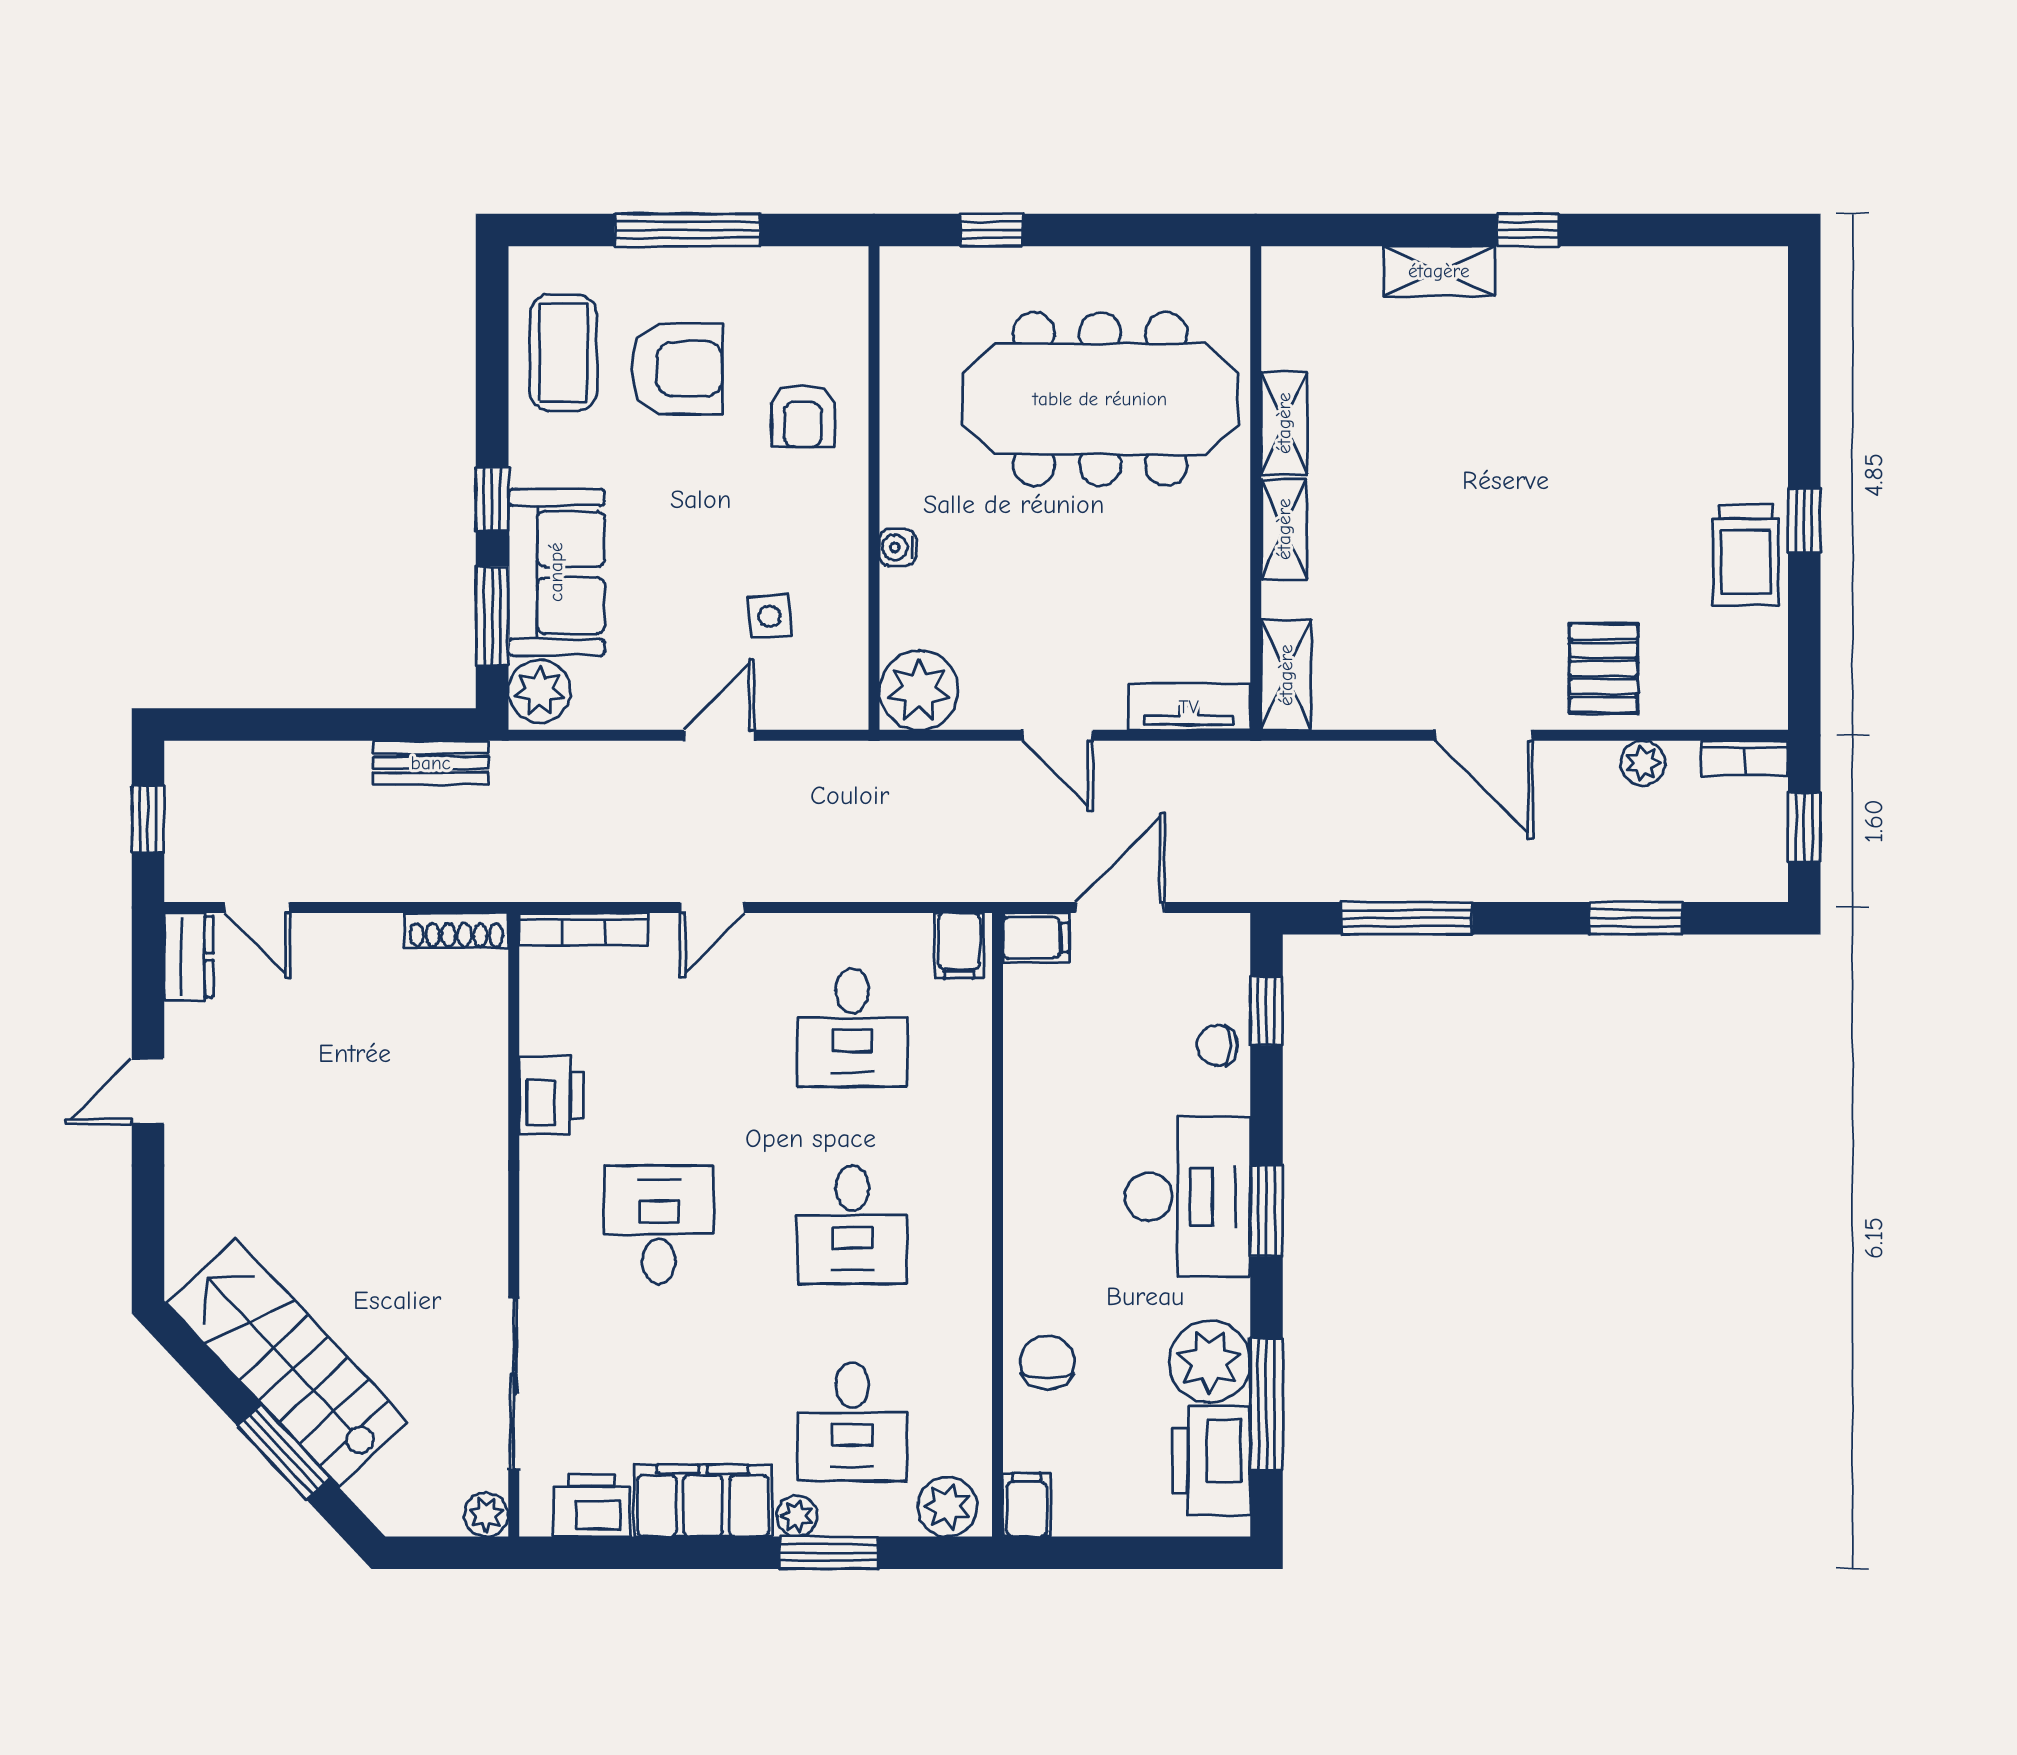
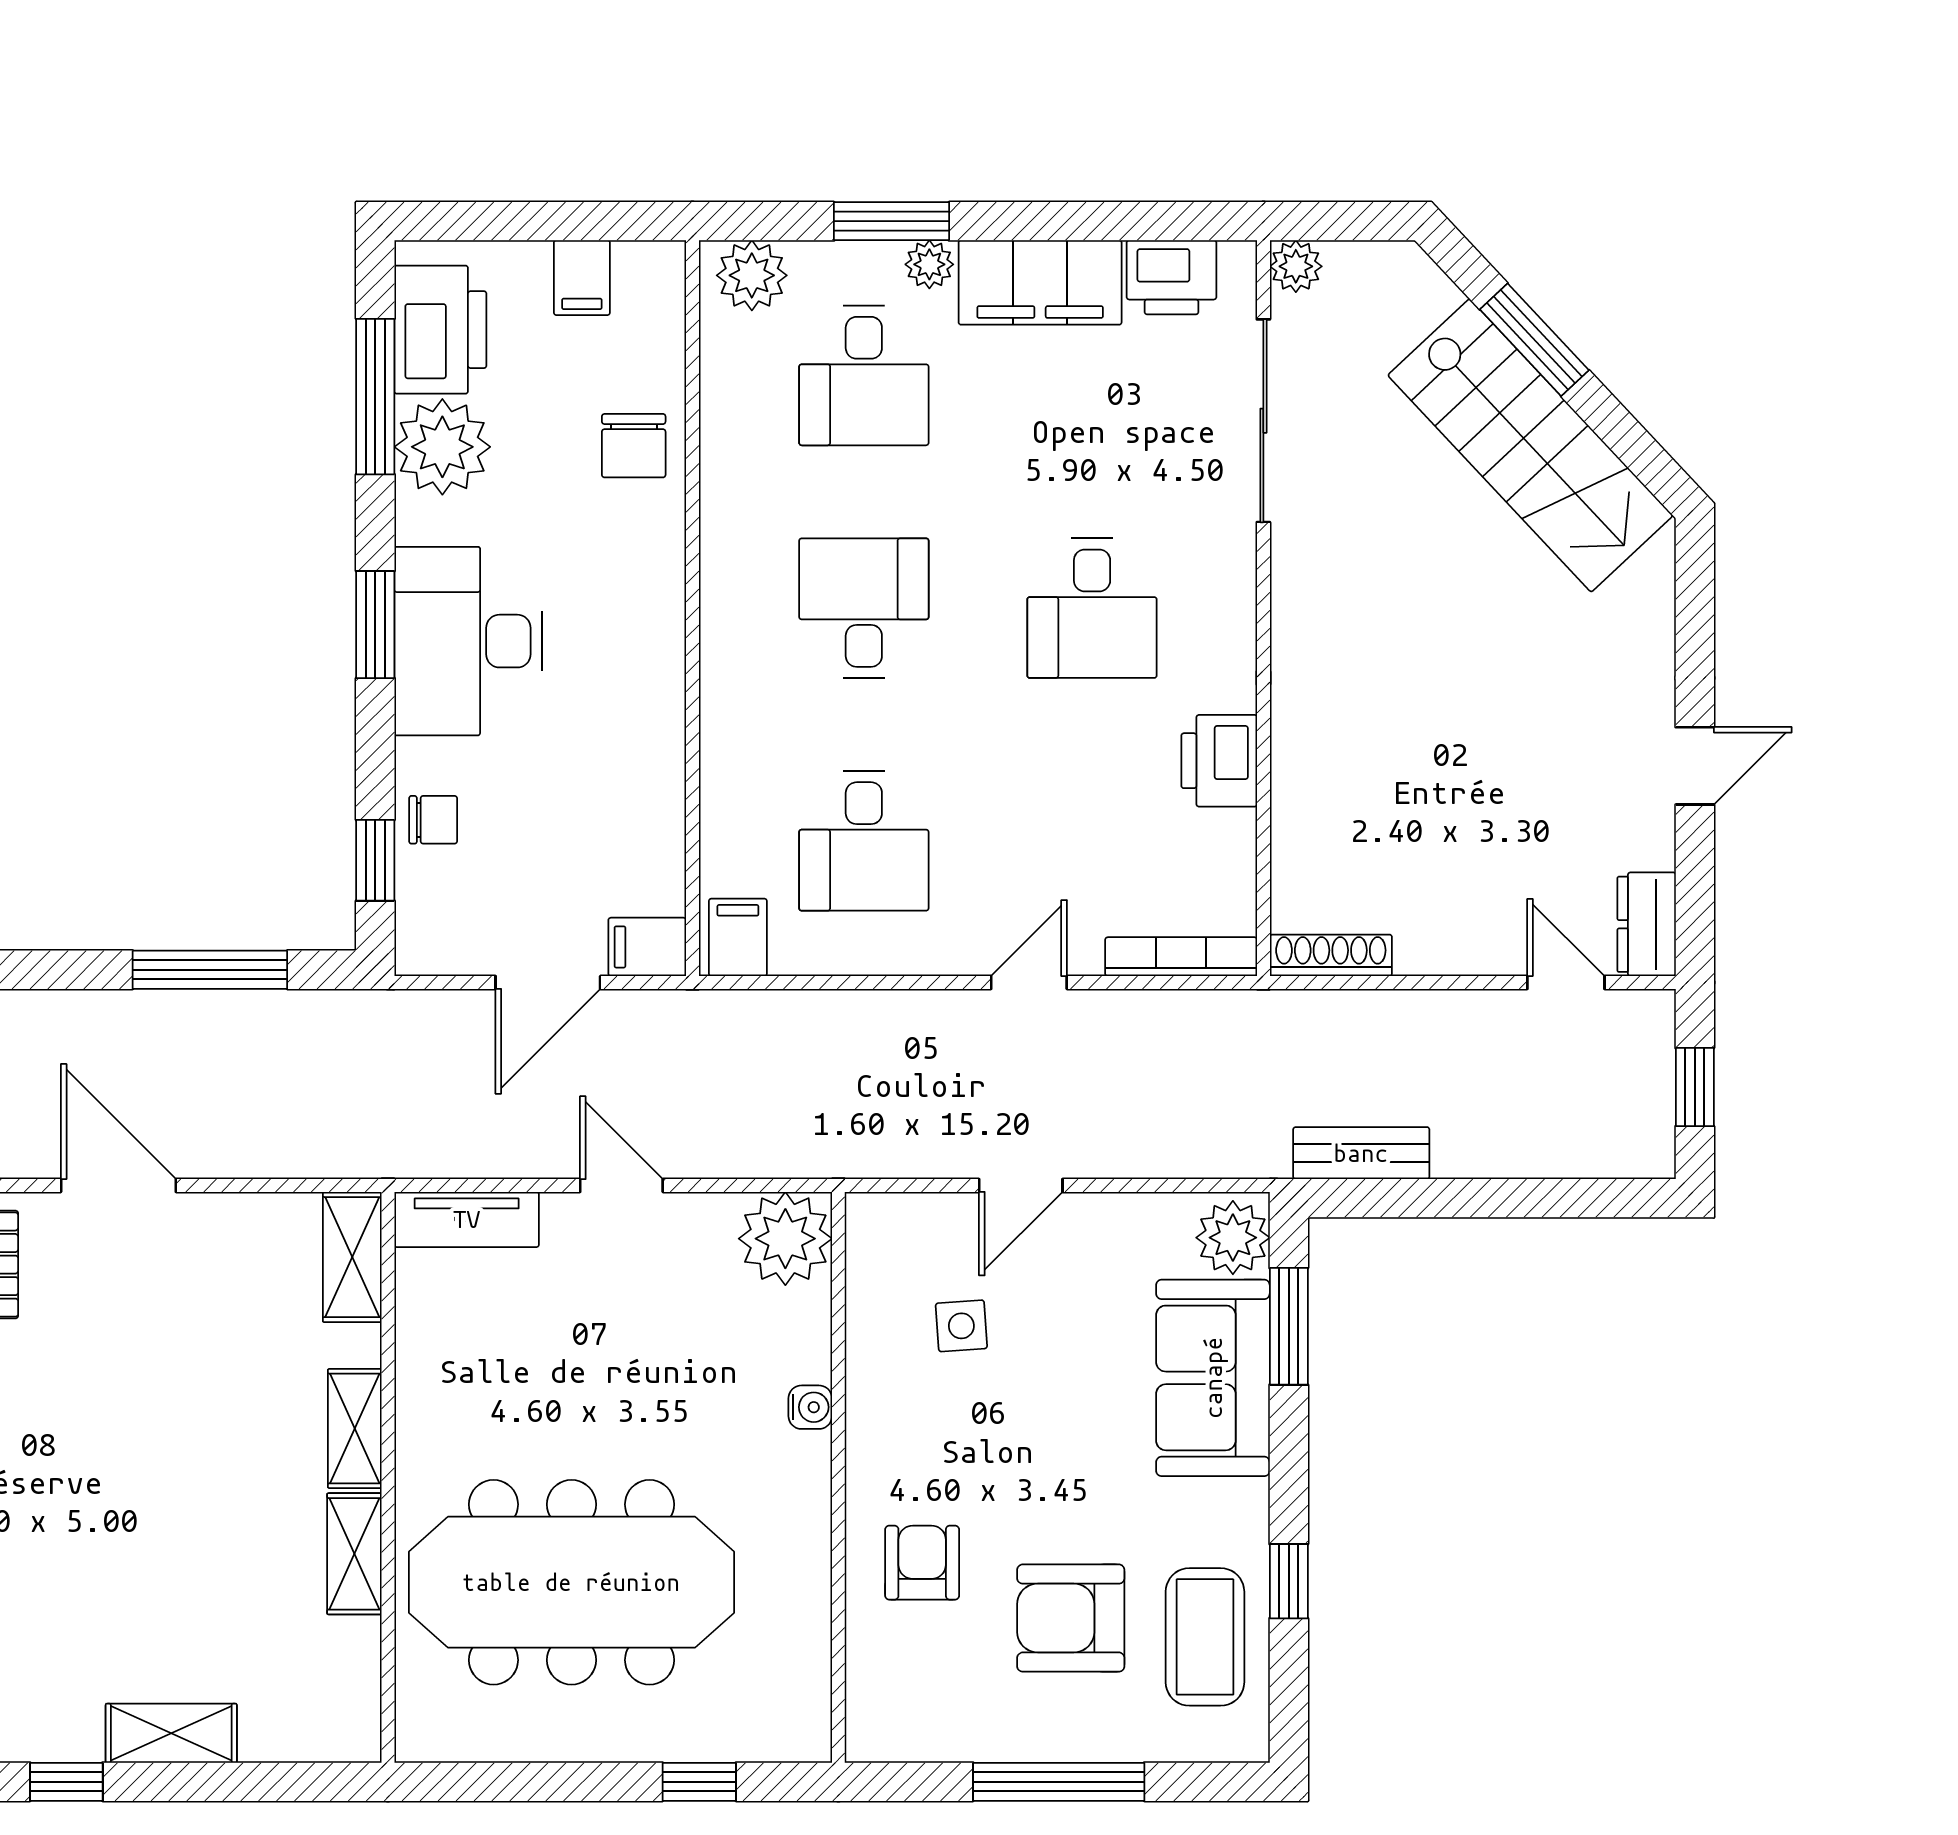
window: (492, 499) -> (1289, 1581), moved
desk: (852, 1027) -> (864, 841), turned 180
desk: (852, 1422) -> (864, 375), turned 180
filing cabinet: (1027, 1505) -> (582, 278), moved

